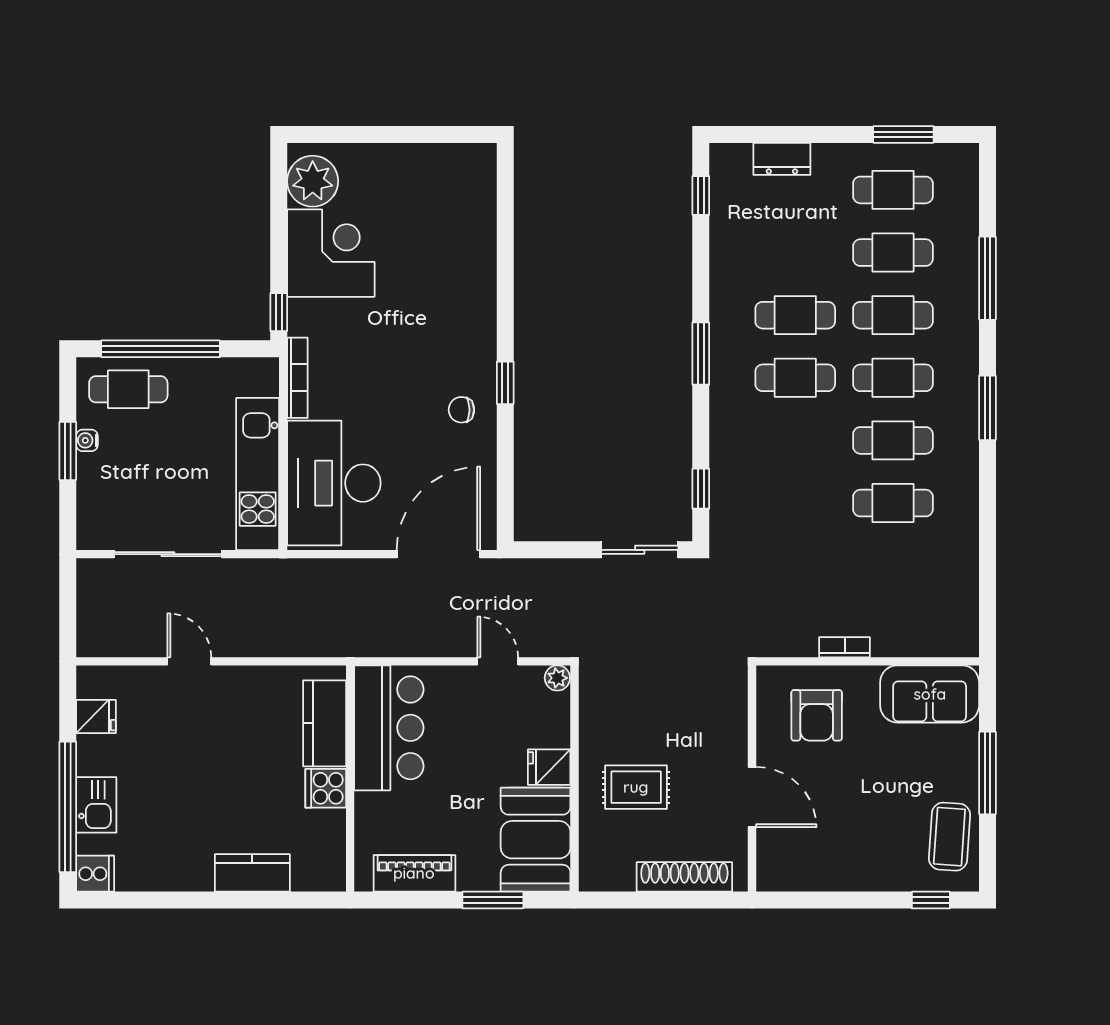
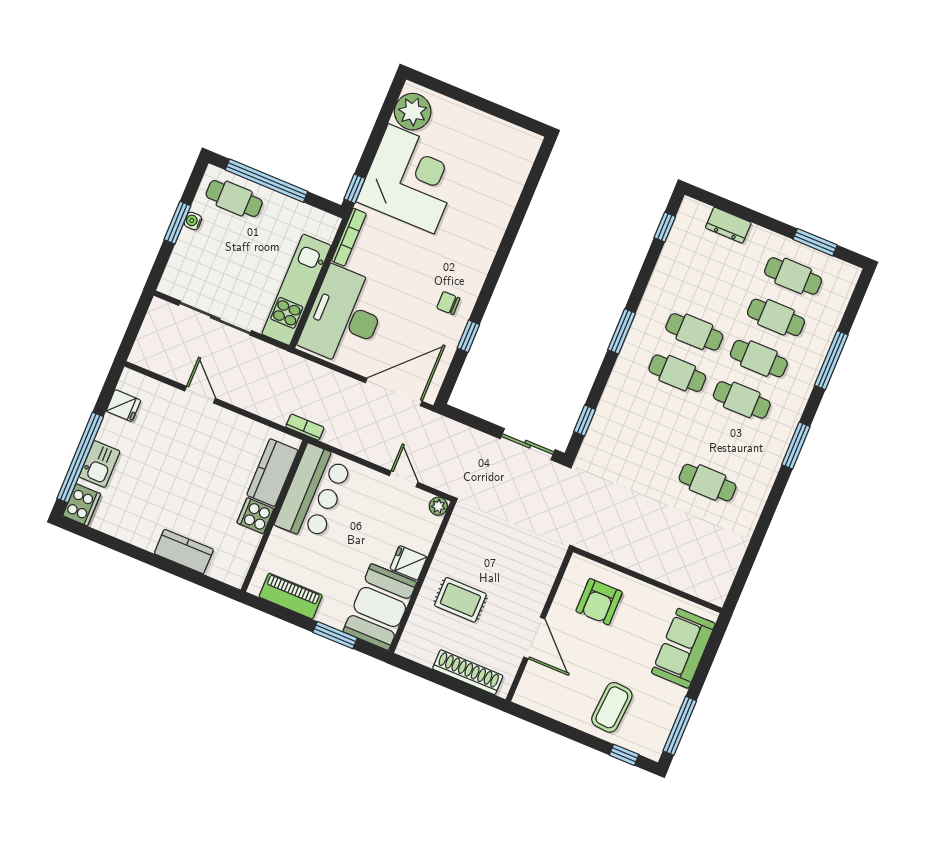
corner desk: (331, 253) -> (411, 179), width x1.36, depth x1.36
window: (505, 383) -> (468, 336), moved
cafe table: (893, 440) -> (725, 441), removed
bookcase: (845, 647) -> (305, 427), moved
sofa: (930, 694) -> (683, 648), moved, turned 90
window: (987, 773) -> (680, 726), moved
coffee table: (949, 837) -> (612, 707), moved
cooker: (95, 874) -> (82, 505), width x1.36

